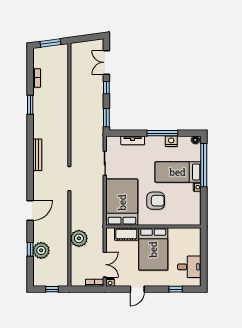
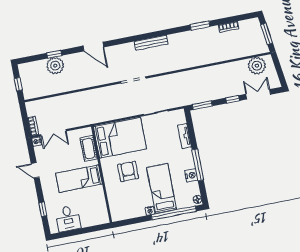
armchair: (156, 201) -> (128, 171), turned 180
plant: (79, 238) -> (257, 66), moved
bed: (153, 249) -> (79, 179), width x0.67

